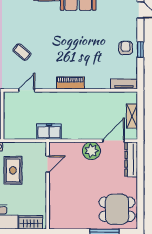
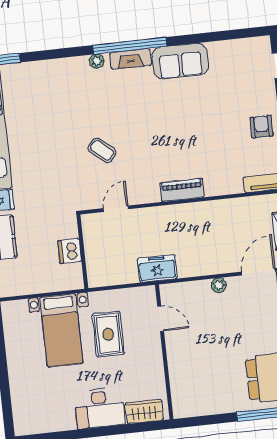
plant: (91, 151) -> (219, 285), width x0.53, depth x0.53
door: (48, 164) -> (161, 319), hinge flipped

